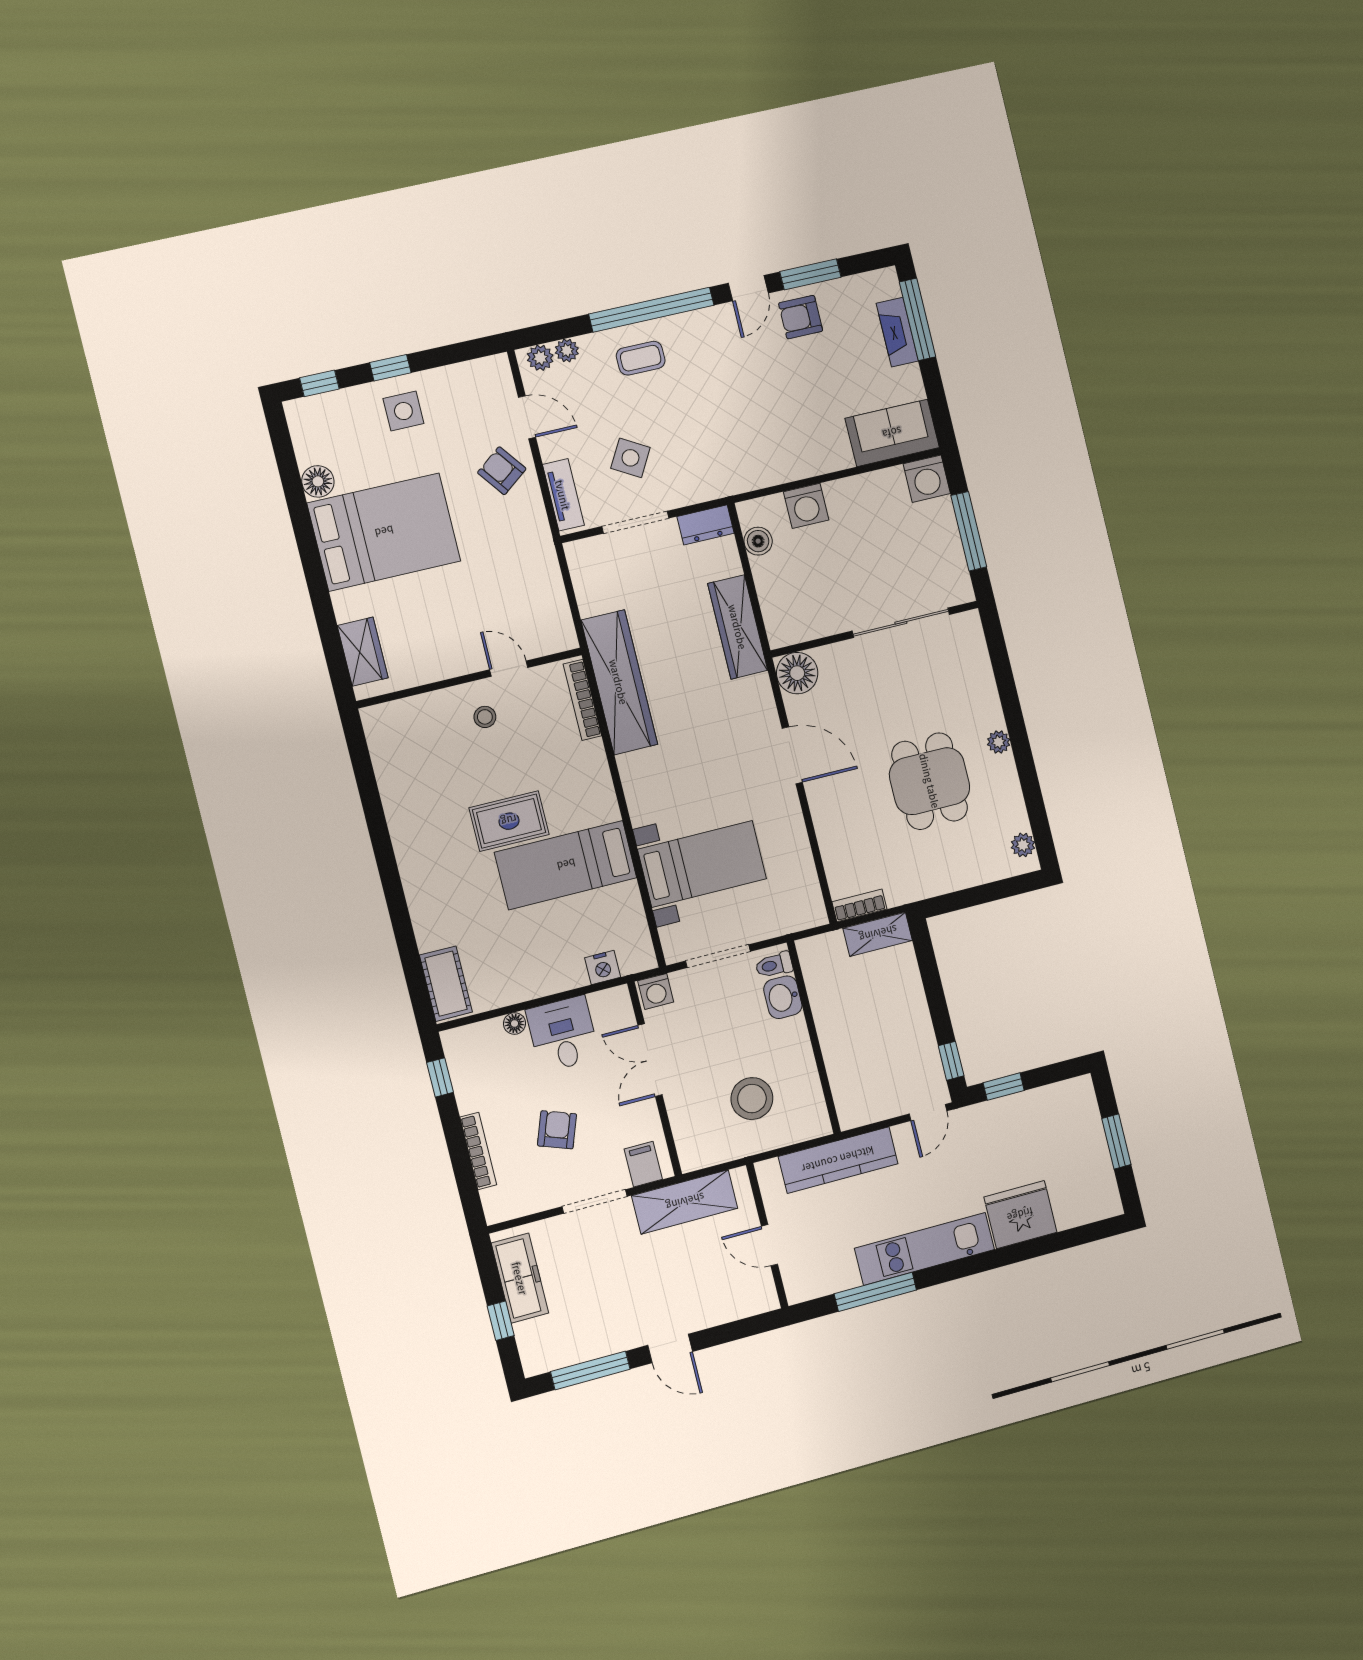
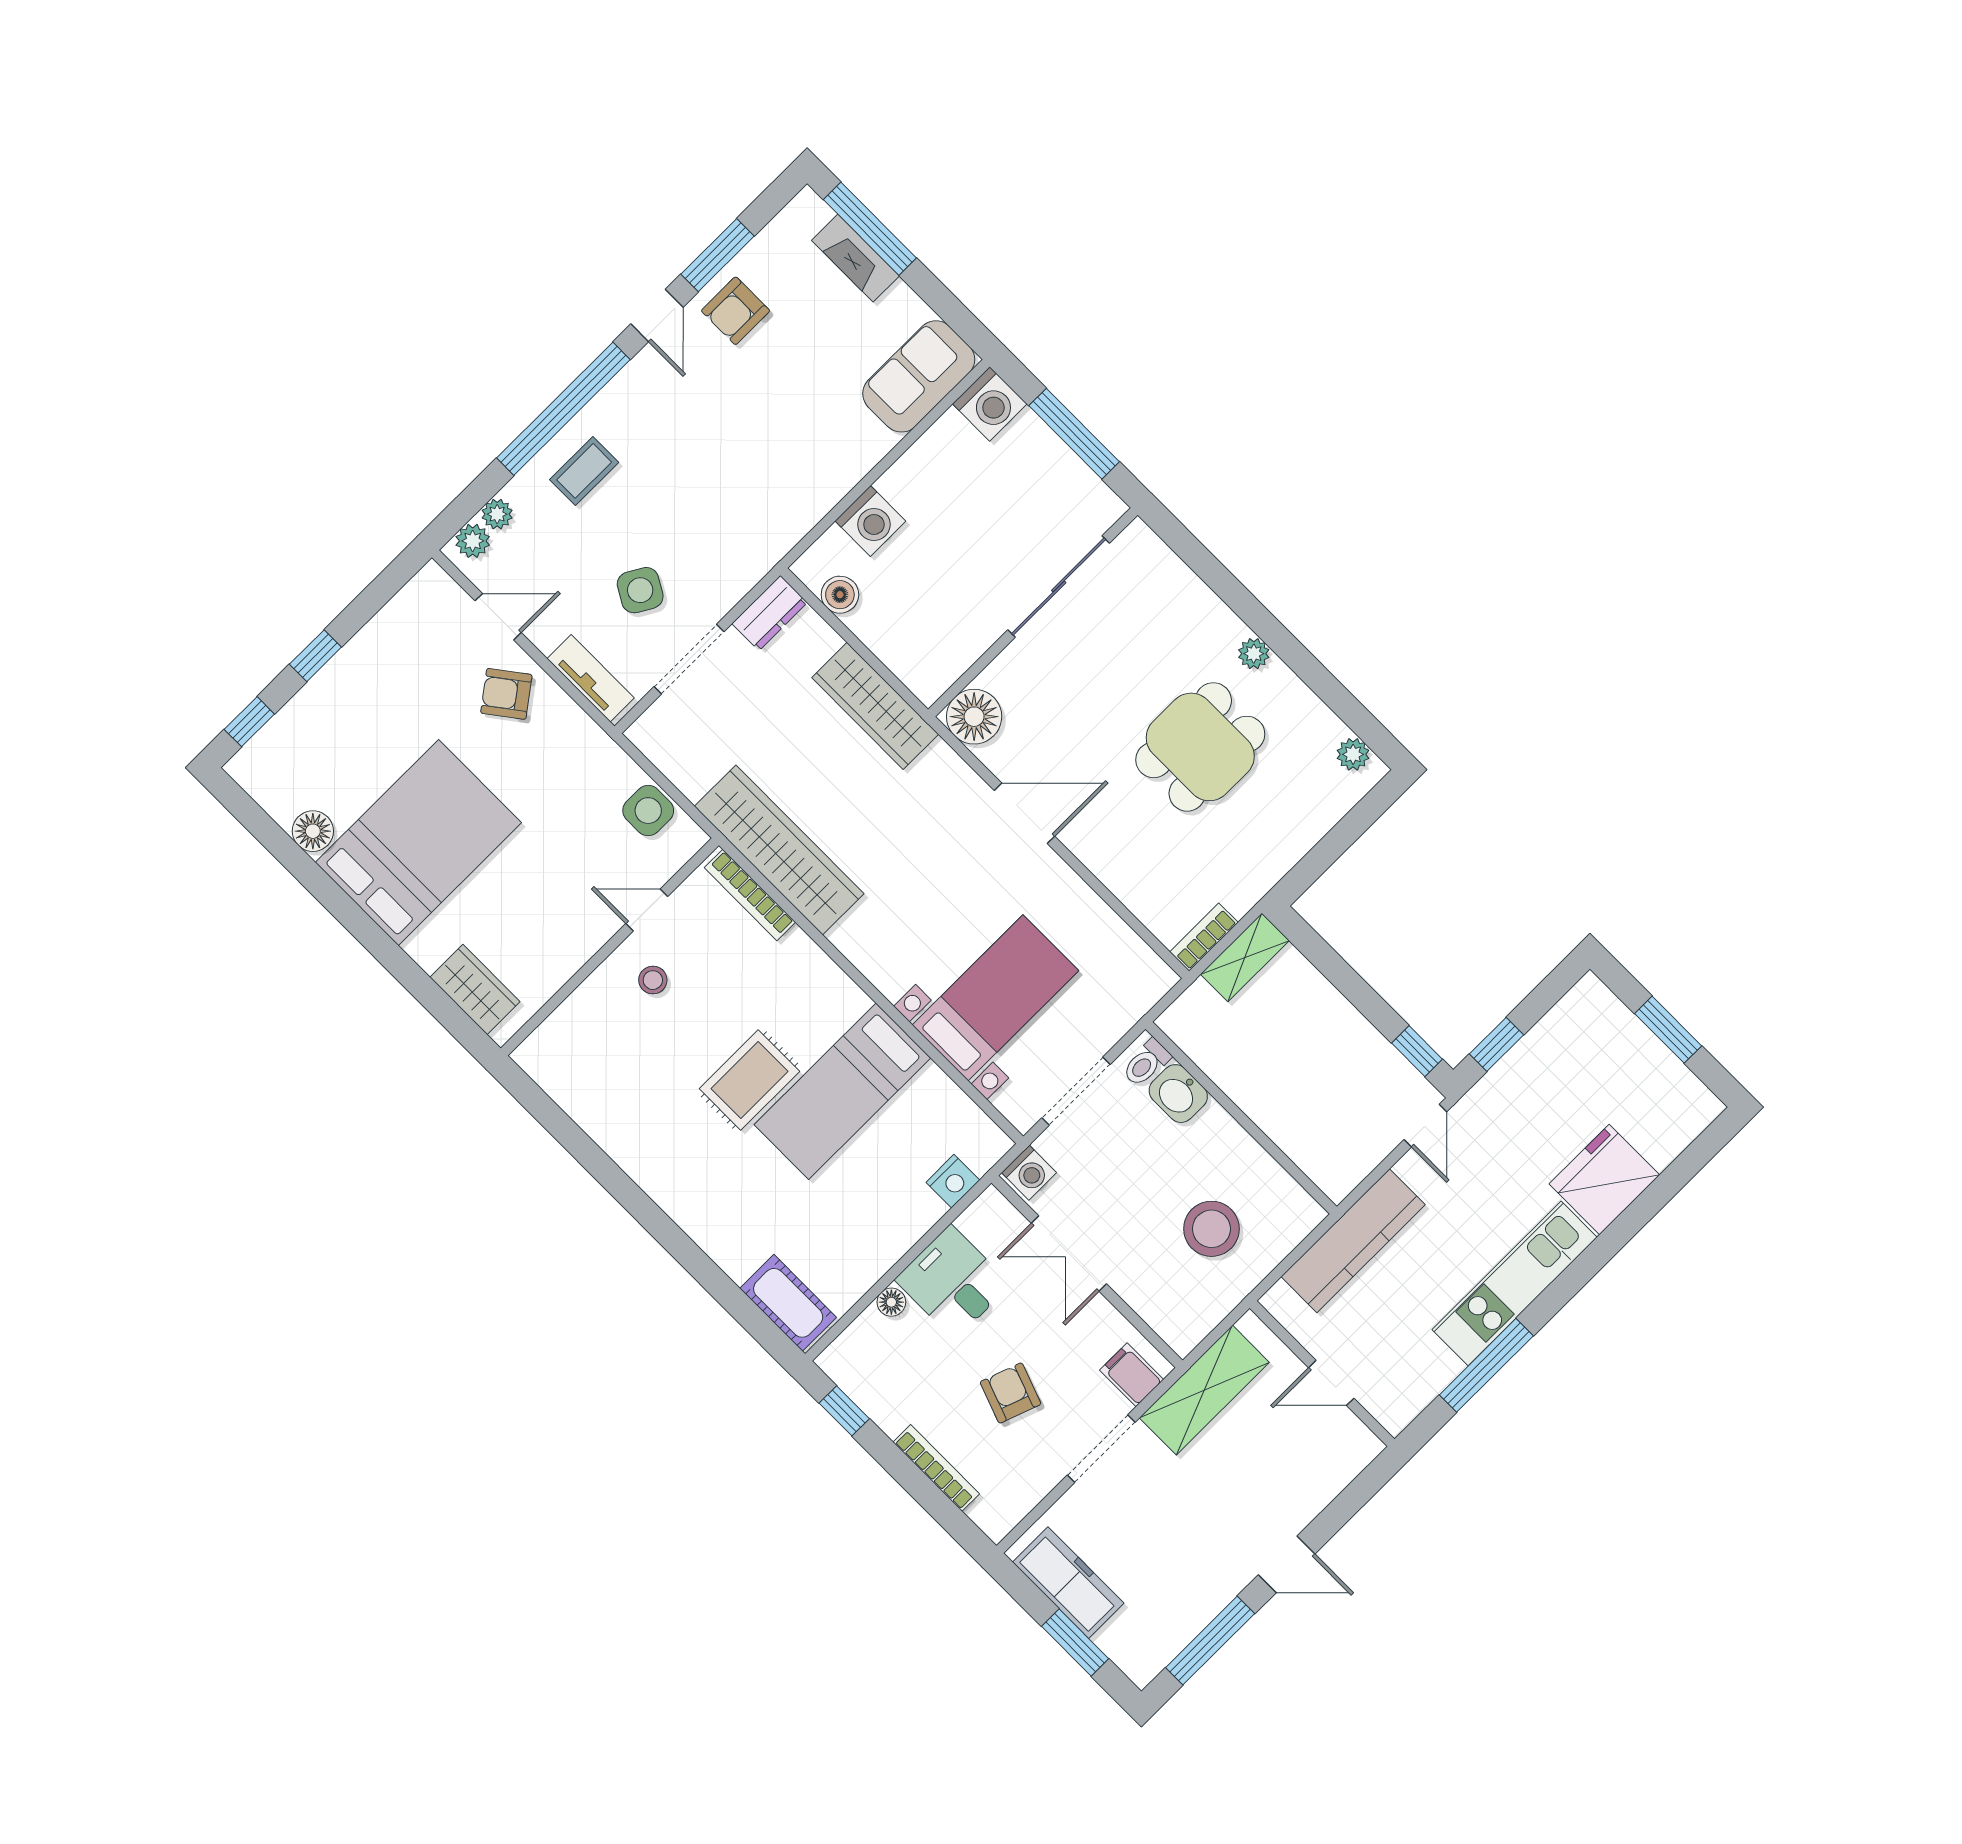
side table: (403, 411) -> (648, 811), moved
dining table: (930, 781) -> (1200, 747), turned 90
window: (501, 1321) -> (1075, 1643), width x1.50

